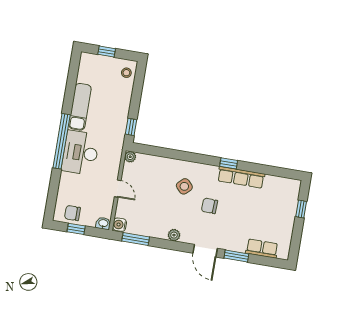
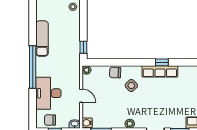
desk: (81, 153) -> (48, 93), moved
row of seats: (241, 177) -> (160, 71), moved
chair: (209, 206) -> (115, 73), moved

